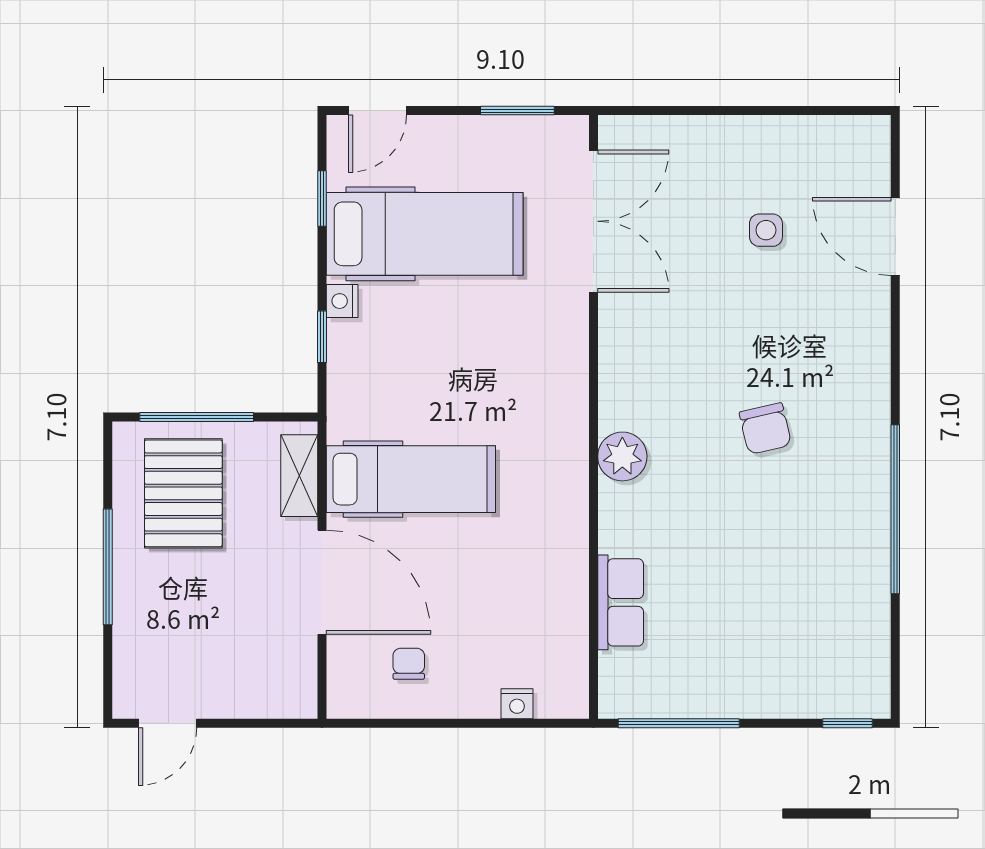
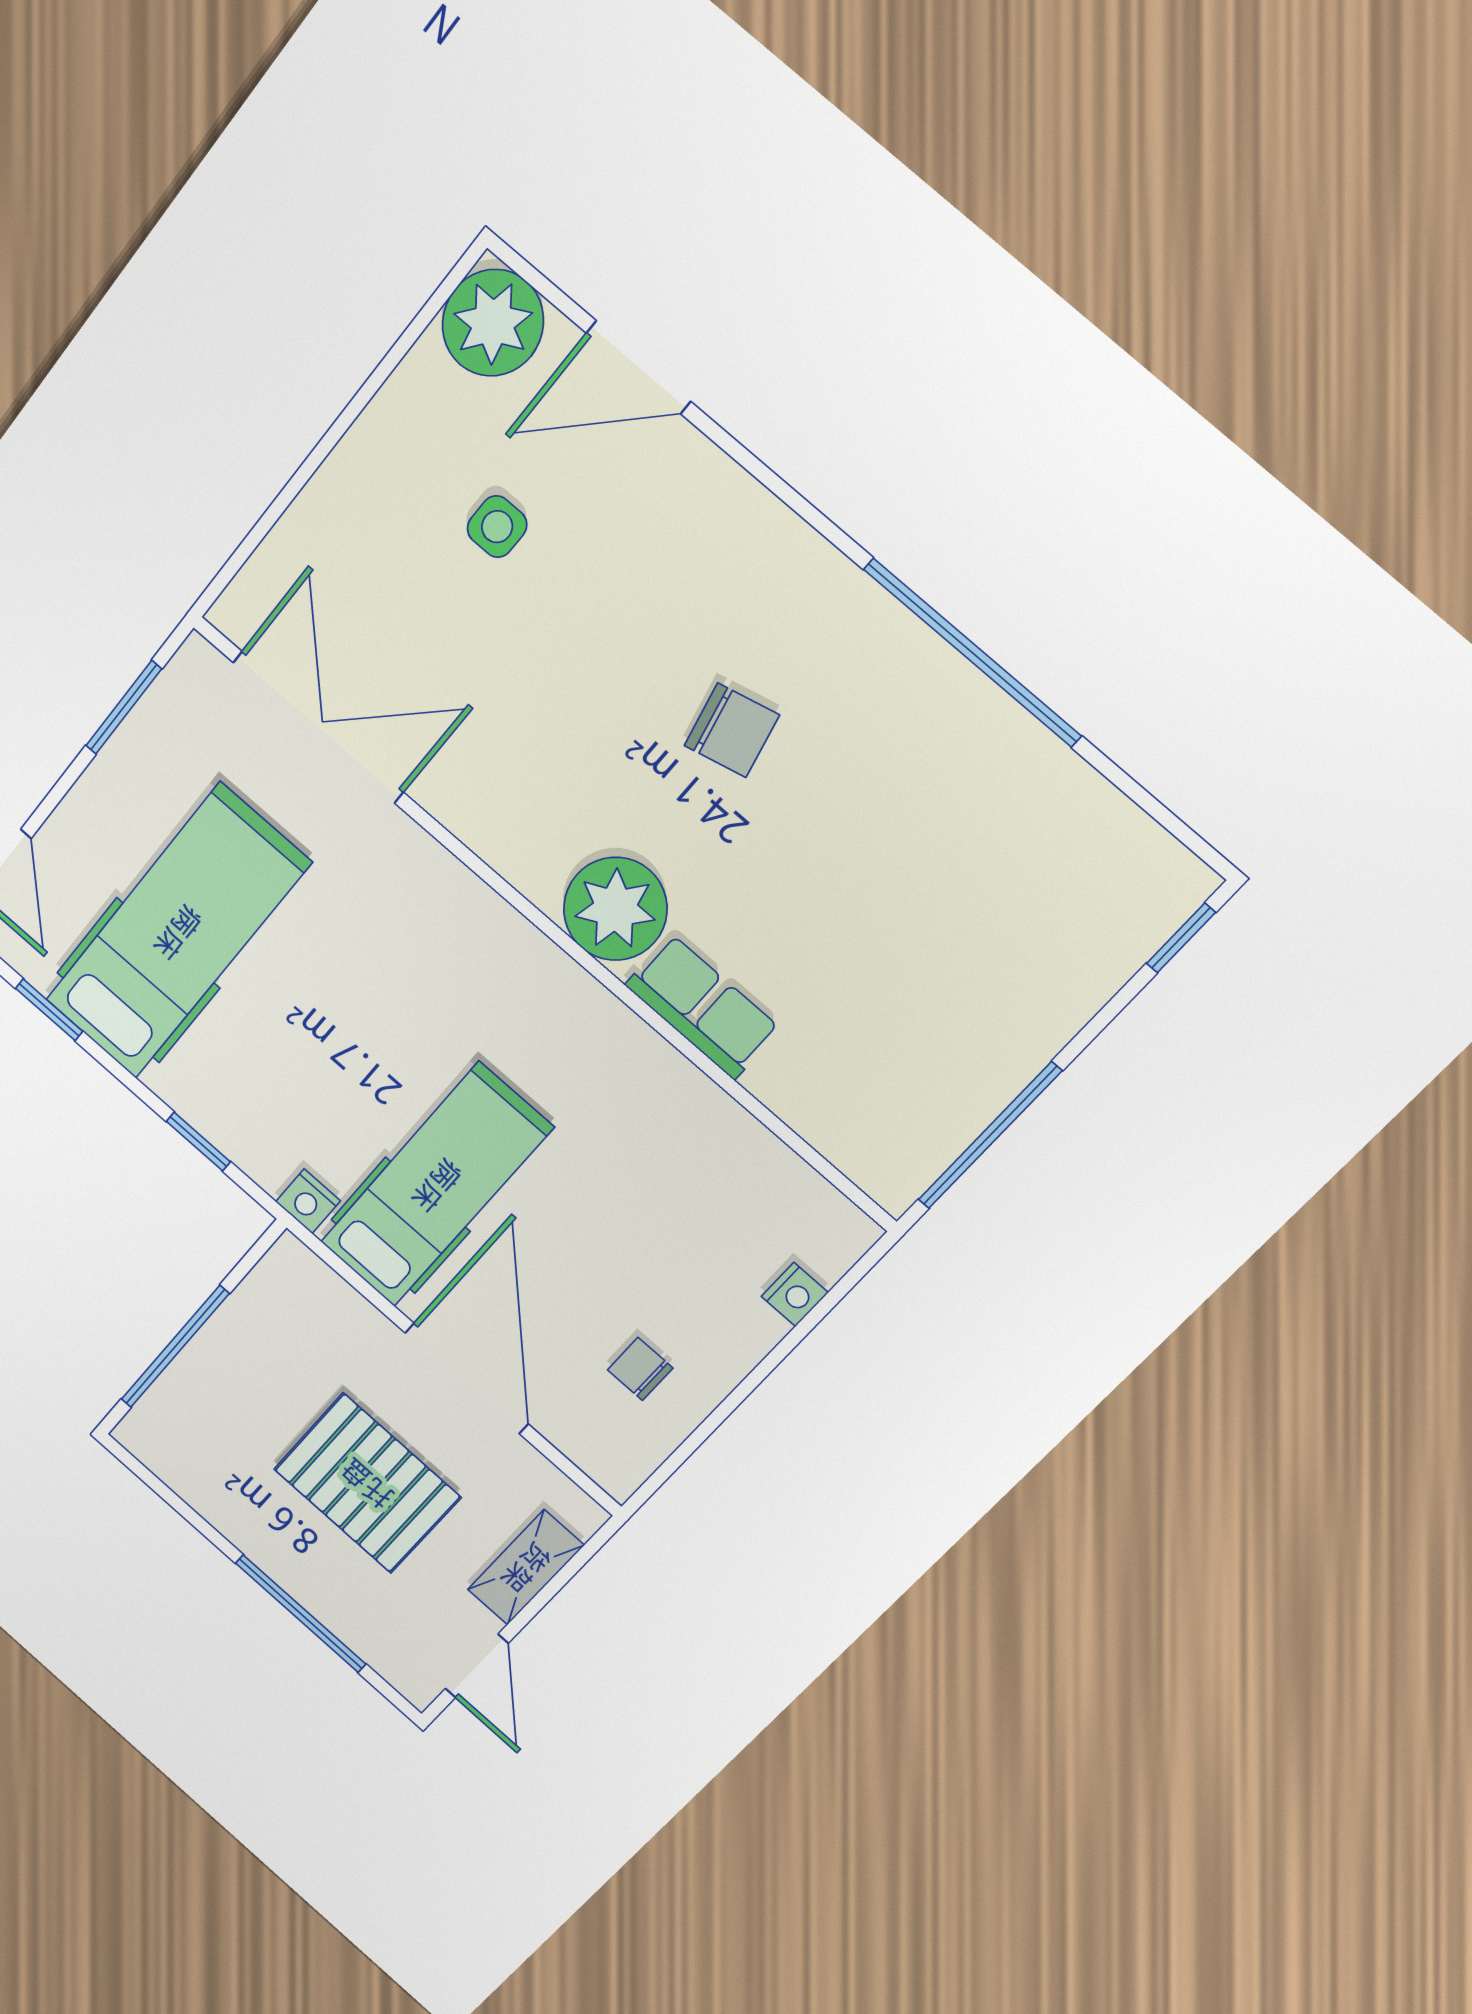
plant: (859, 147) -> (493, 323), added
nightstand: (342, 301) -> (308, 1201), moved
plant: (622, 456) -> (615, 909), width x1.36, depth x1.36
shelving: (299, 476) -> (526, 1567), moved, turned 90
pallet: (183, 493) -> (367, 1483), moved
window: (108, 567) -> (301, 1614), moved
door: (322, 582) -> (467, 1378), hinge flipped
row of seats: (621, 602) -> (703, 1007), moved

